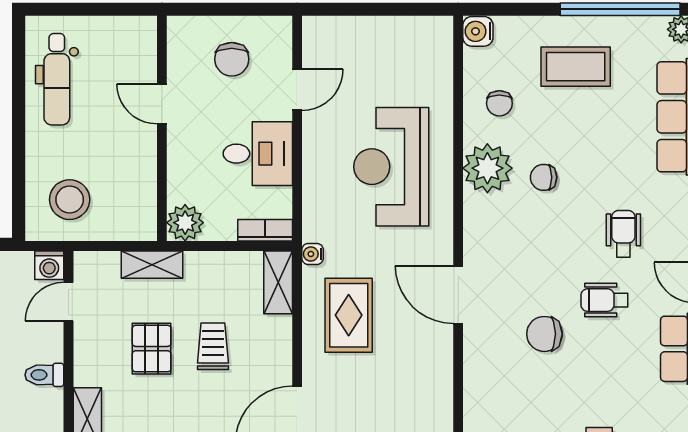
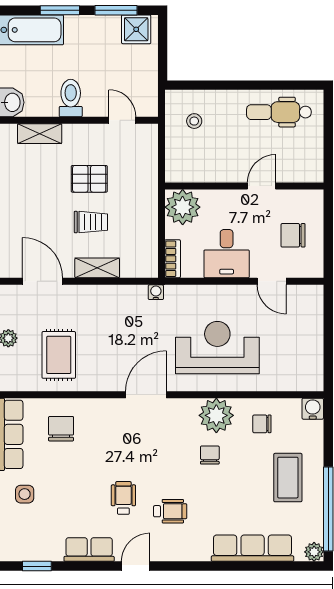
stool: (70, 200) -> (194, 121), width x0.53, depth x0.53
plant: (185, 223) -> (183, 207), width x1.36, depth x1.36
washing machine: (49, 265) -> (148, 107), removed
shelving: (152, 265) -> (148, 179), removed
shelving: (278, 282) -> (97, 268), moved
door: (458, 295) -> (146, 395), moved
rug: (349, 315) -> (59, 355), moved, turned 90
chair: (544, 334) -> (61, 429), moved
toilet: (44, 375) -> (71, 98), width x1.37, depth x1.39

